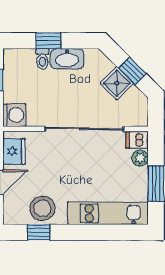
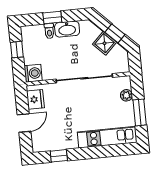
dishwasher: (137, 140) -> (123, 82), removed
stool: (42, 208) -> (60, 138), removed

